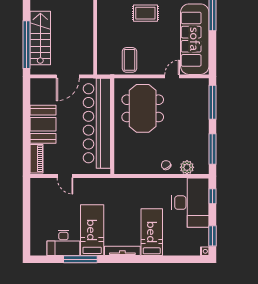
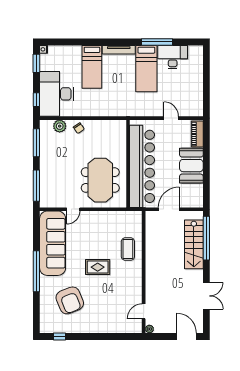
coffee table: (129, 60) -> (128, 249), moved

